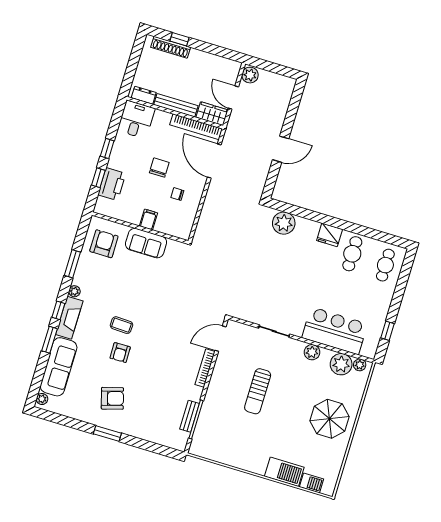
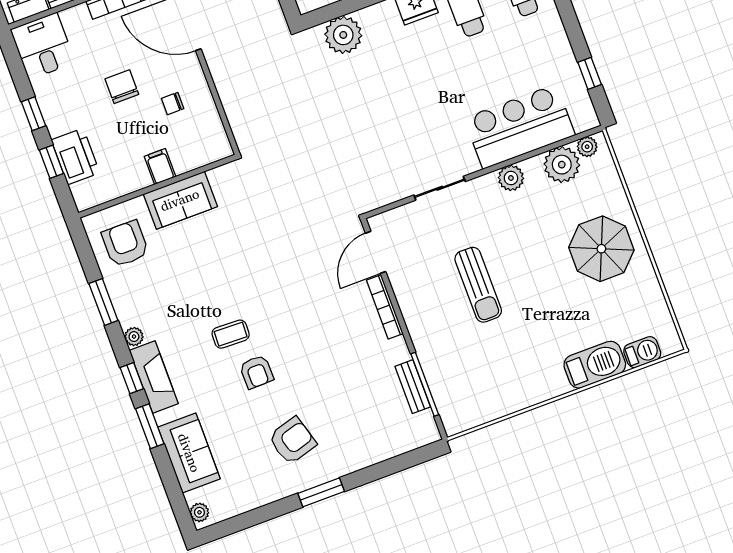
sofa: (59, 367) -> (189, 453), width x0.73

